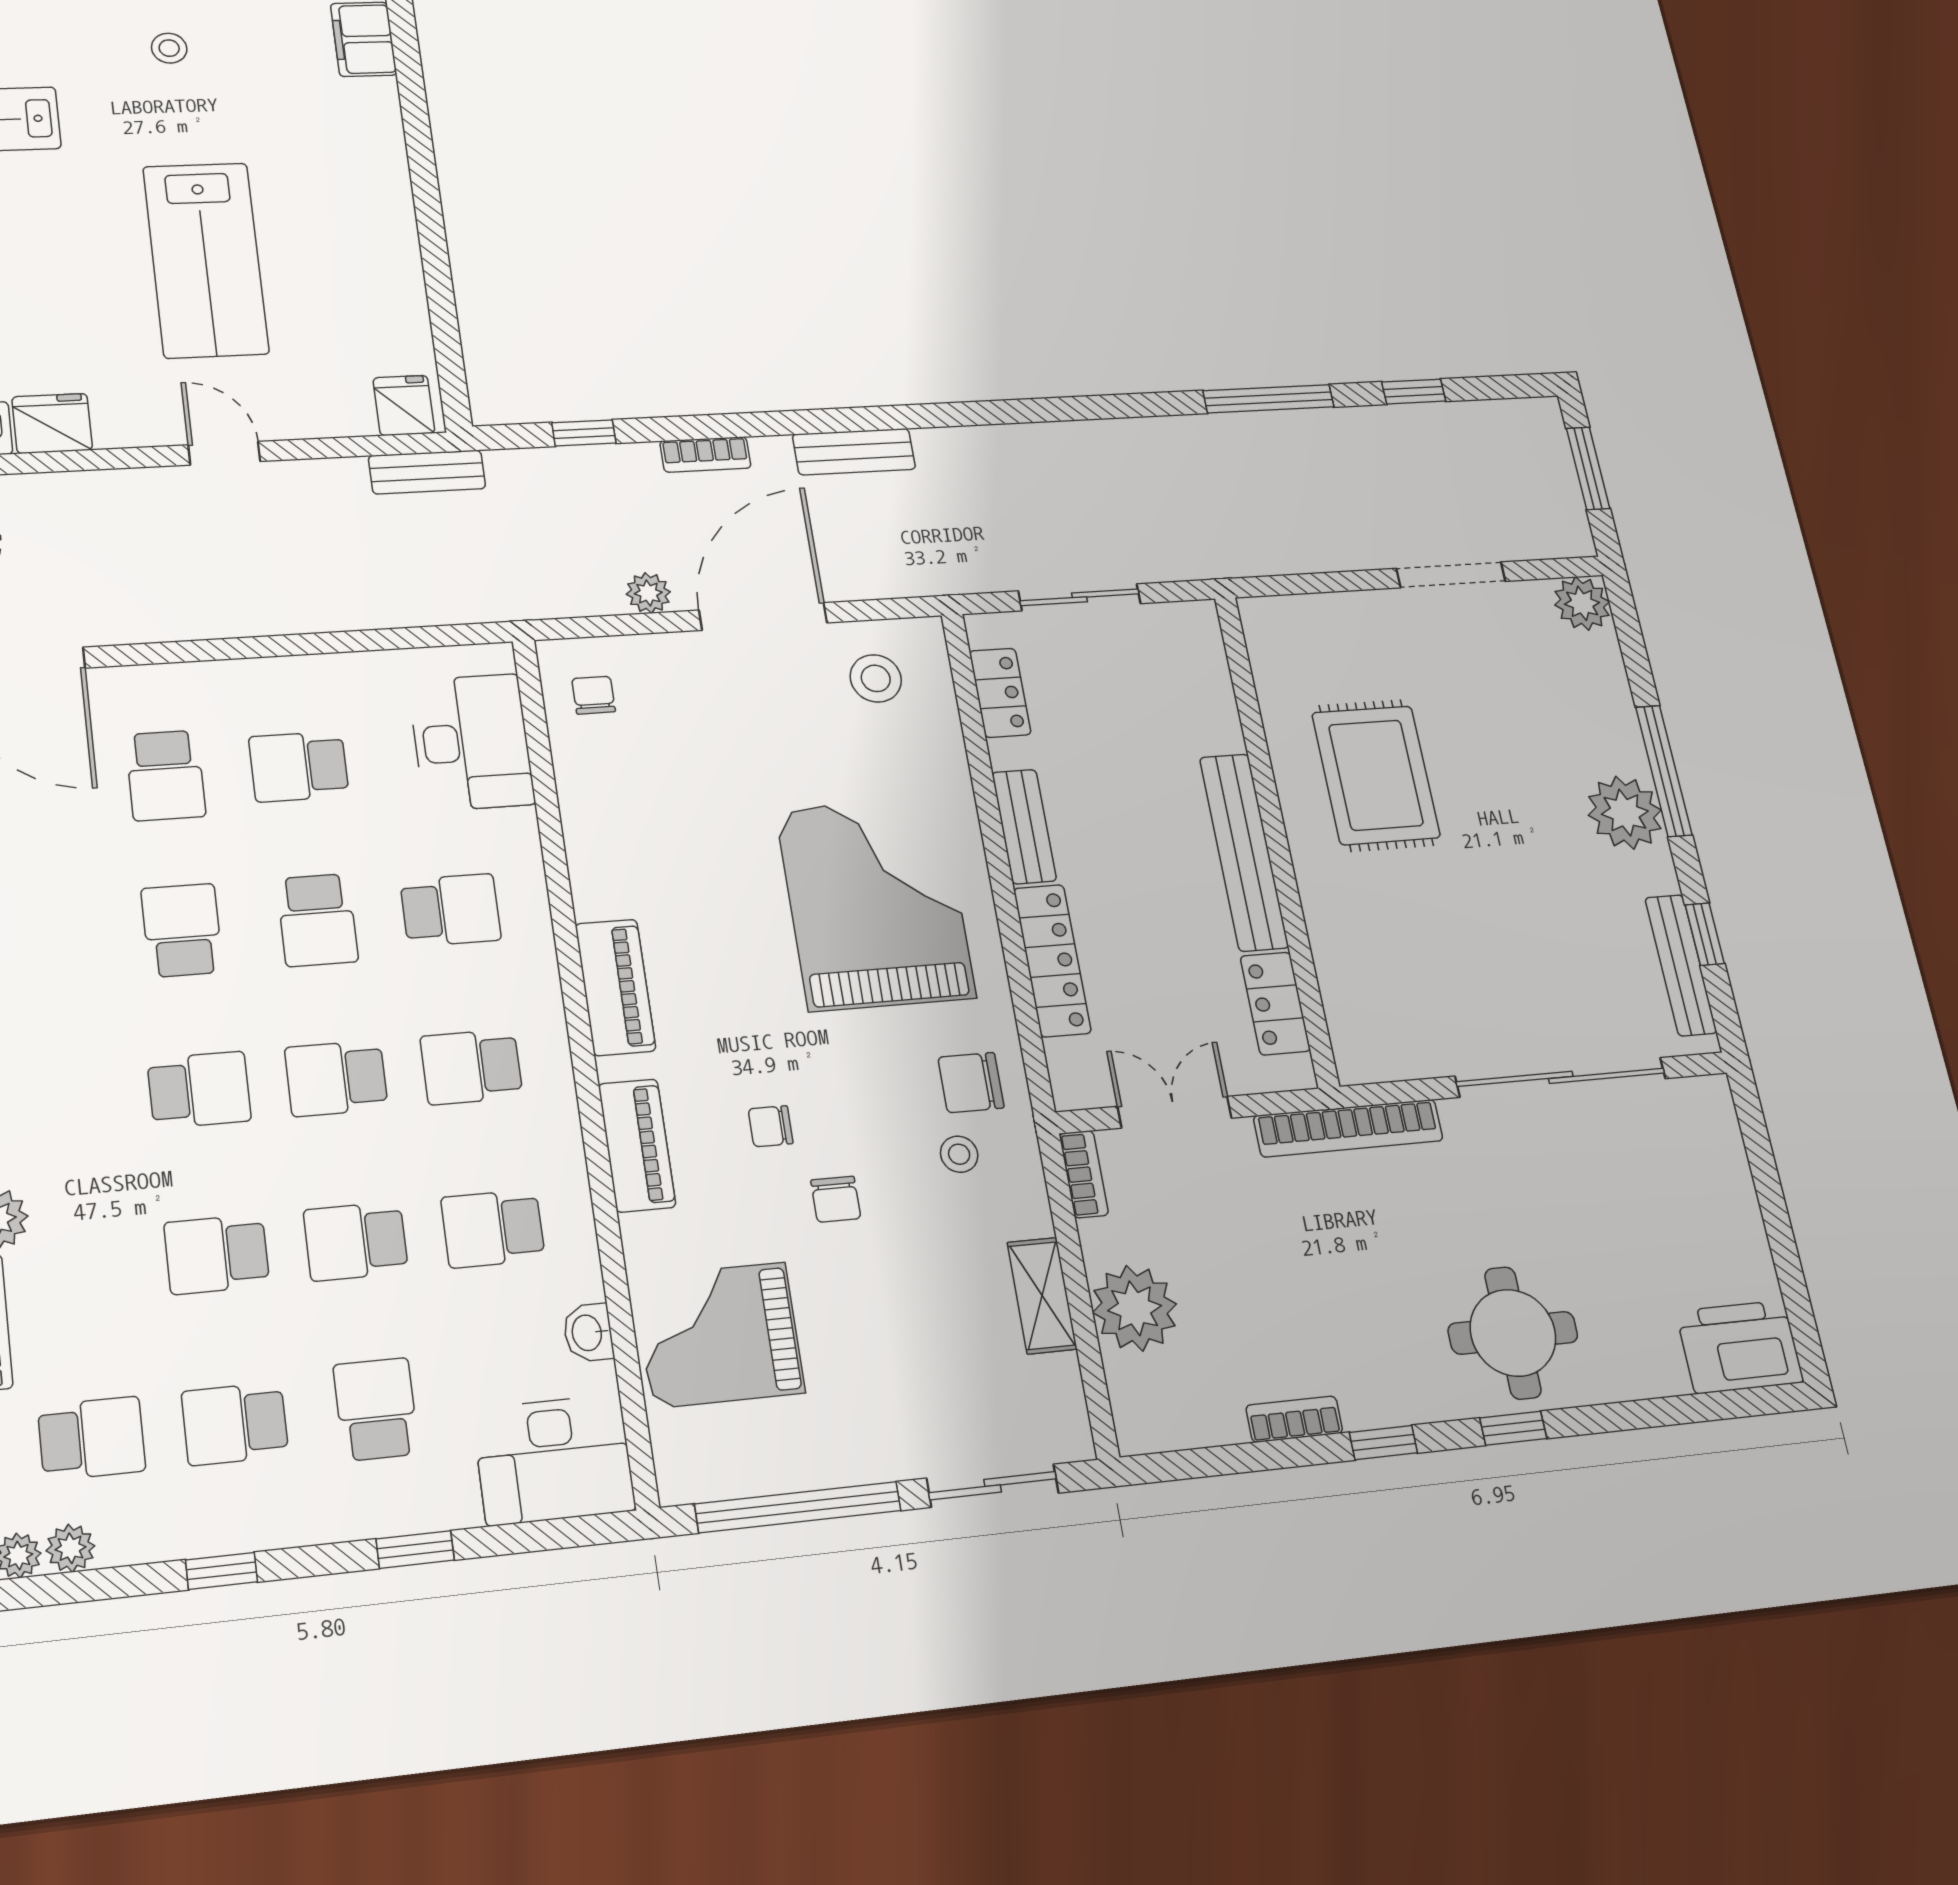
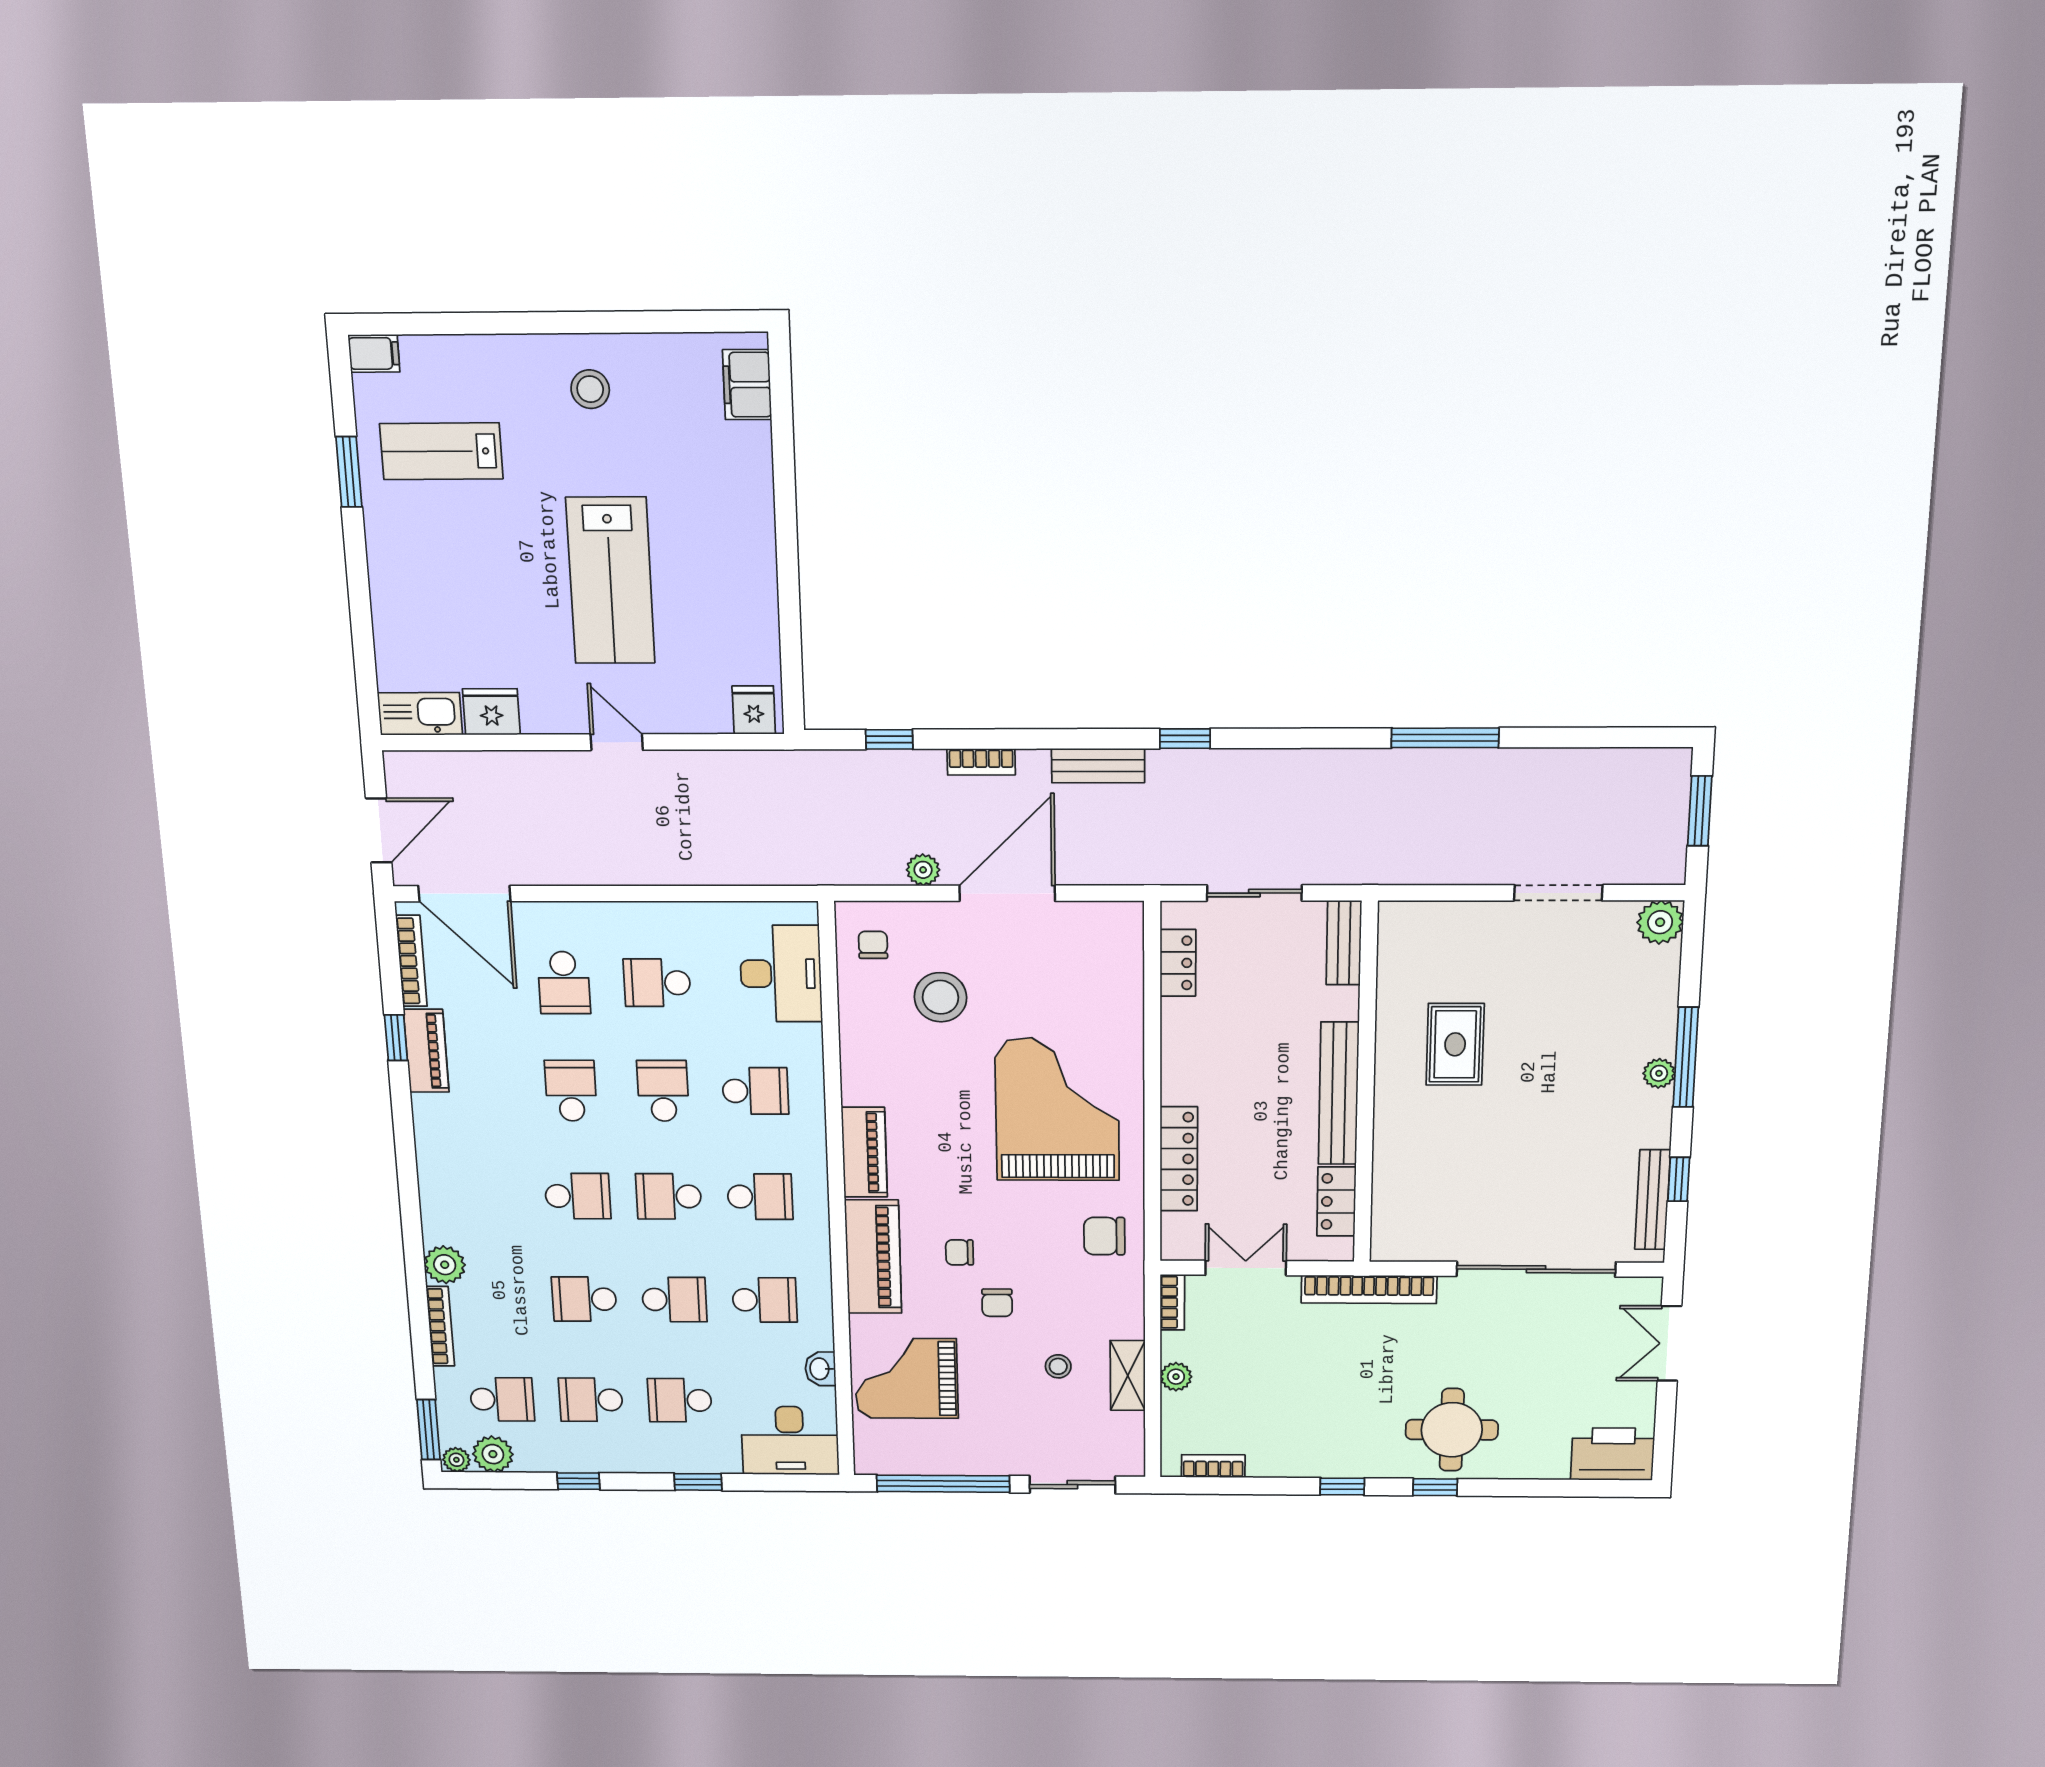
stool: (169, 48) -> (590, 389), width x1.37, depth x1.37
window: (1414, 392) -> (1185, 739), moved
bench: (427, 472) -> (767, 765), removed
stool: (876, 678) -> (940, 997), moved, width x1.38, depth x1.38
rug: (1376, 775) -> (1455, 1044), width x0.73, depth x0.70
plant: (1625, 813) -> (1659, 1073), width x0.53, depth x0.53
bench: (1024, 826) -> (1344, 943), moved
school desk: (317, 920) -> (663, 1091), turned 180
school desk: (471, 1067) -> (760, 1197), turned 180
piano: (637, 1145) -> (873, 1257), width x1.37, depth x1.33
stool: (959, 1154) -> (1058, 1366), moved
double door: (1764, 1169) -> (1669, 1343), added
school desk: (493, 1228) -> (765, 1300), turned 180
school desk: (356, 1241) -> (674, 1300), turned 180
plant: (1135, 1308) -> (1176, 1377), width x0.53, depth x0.53
school desk: (376, 1409) -> (680, 1400), turned -90
bookcase: (1294, 1419) -> (1213, 1466), moved
plant: (70, 1548) -> (493, 1454), width x1.38, depth x1.38

